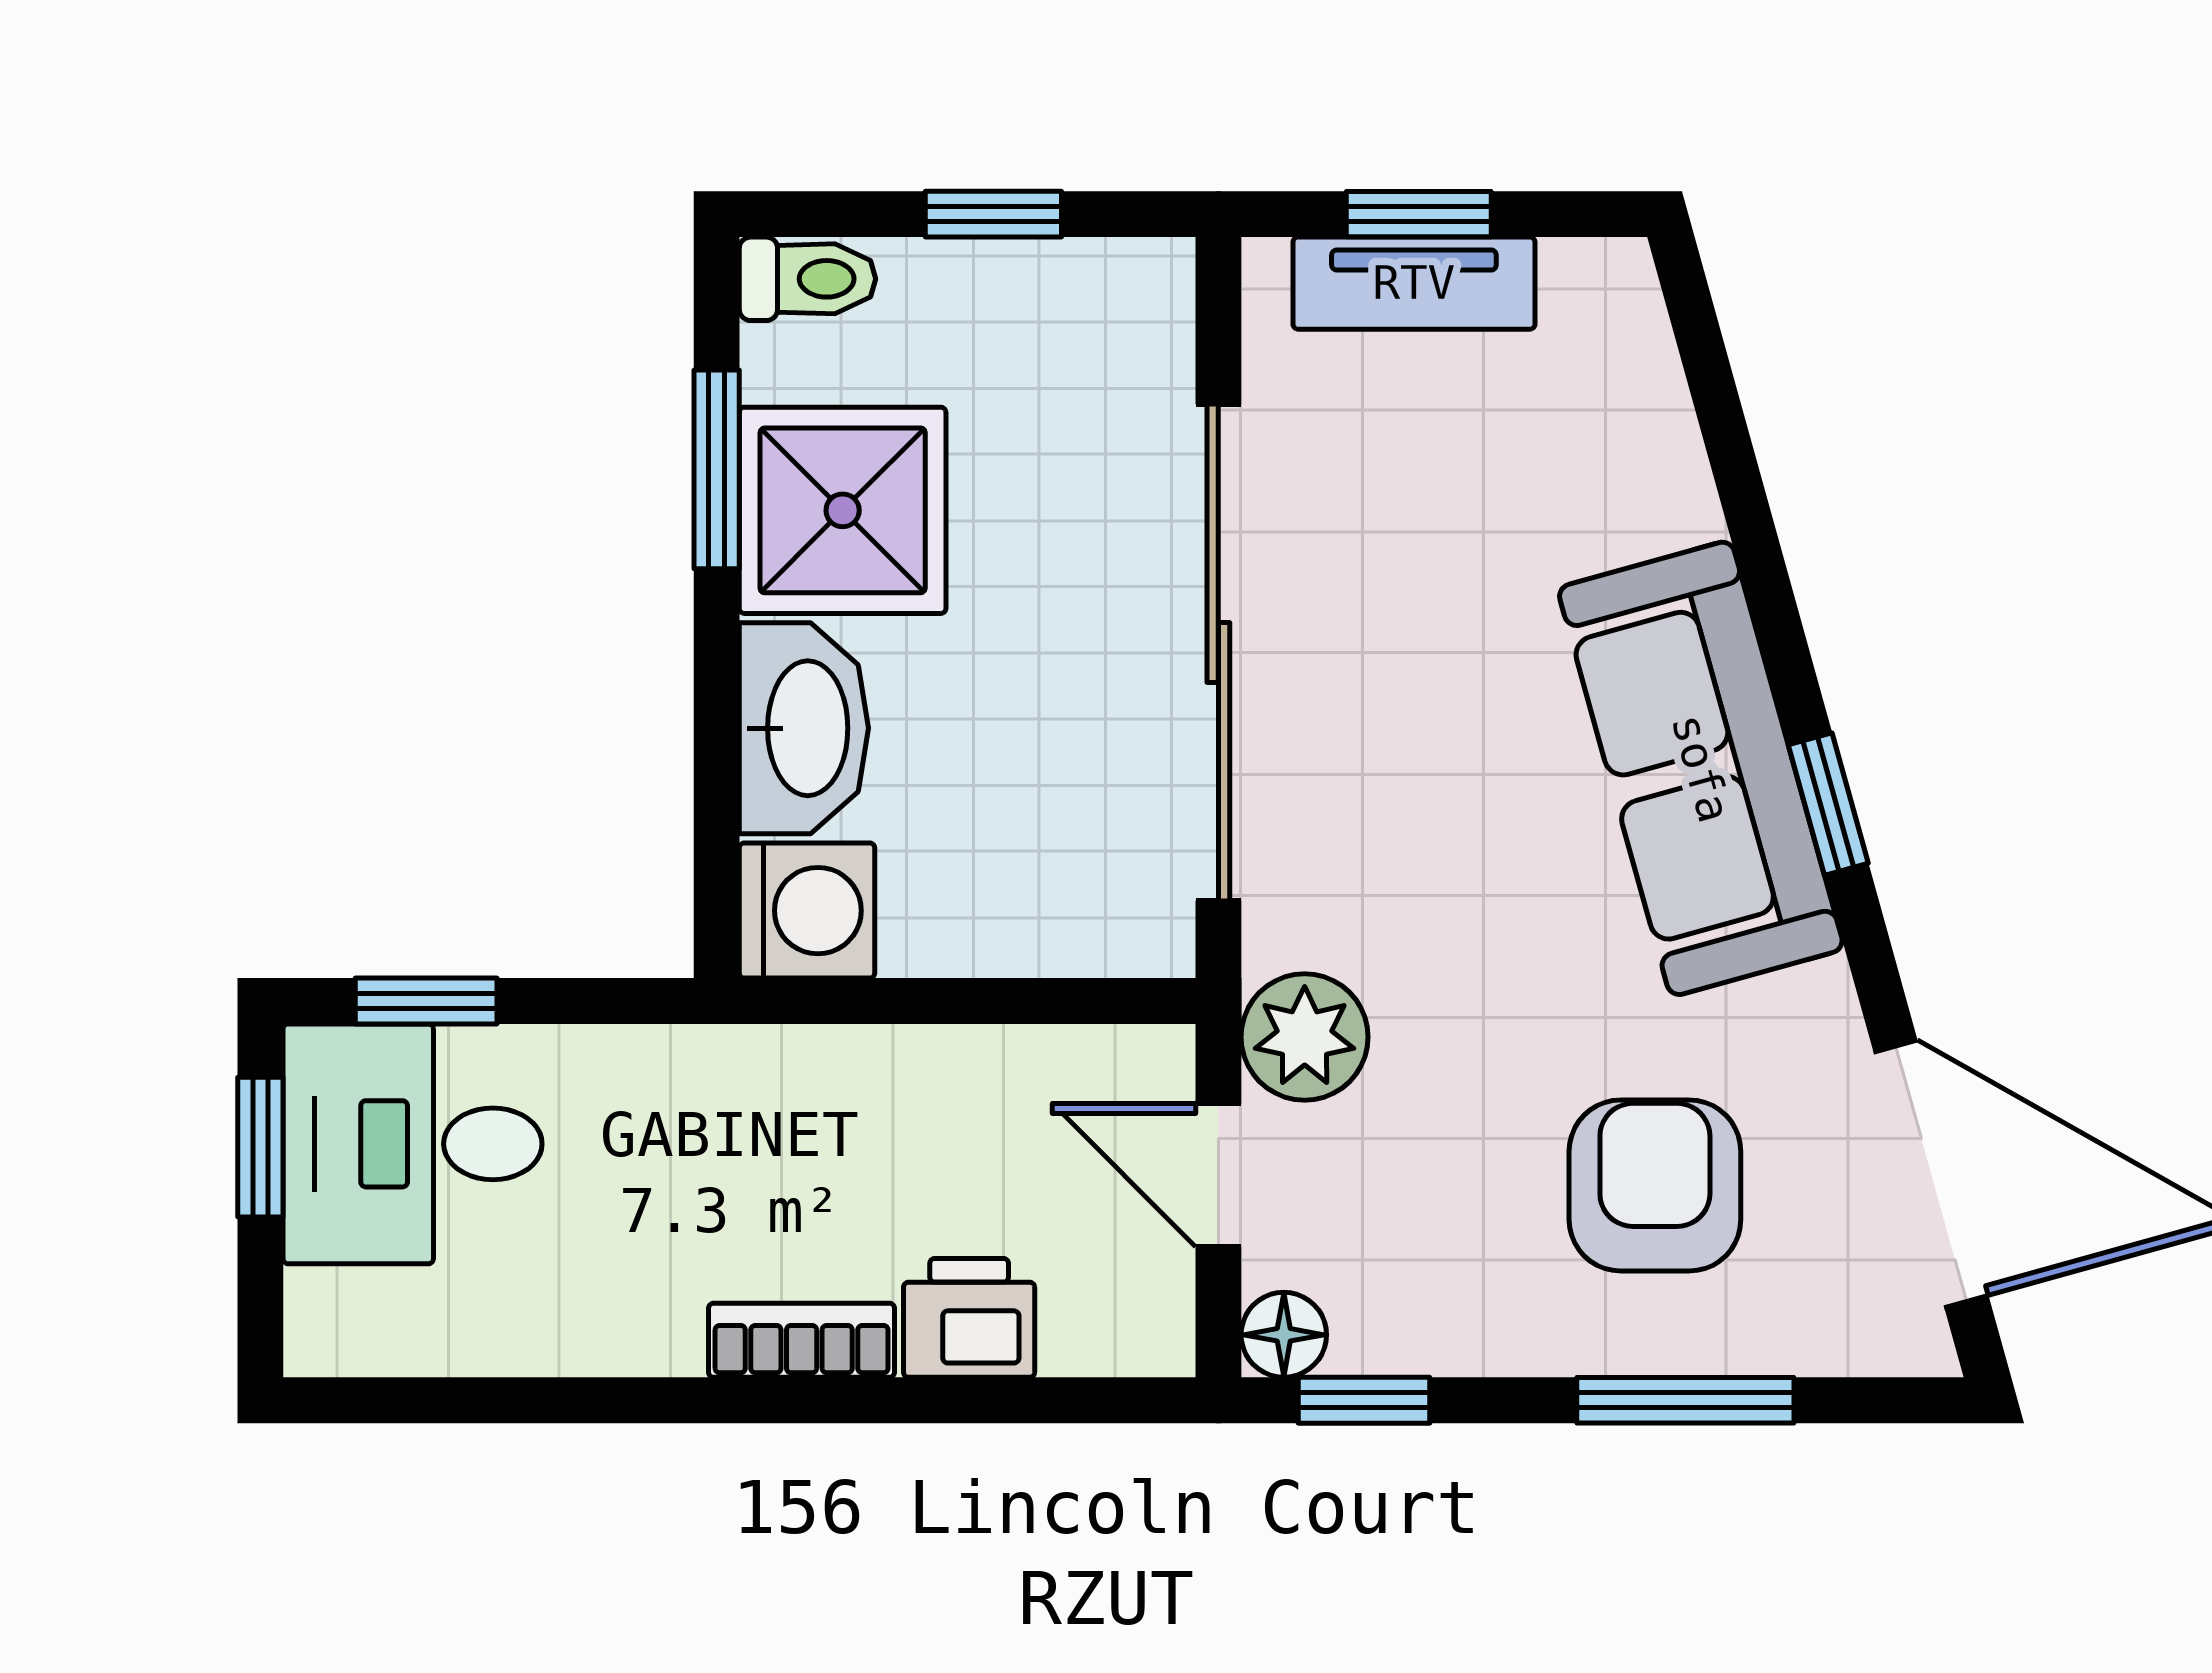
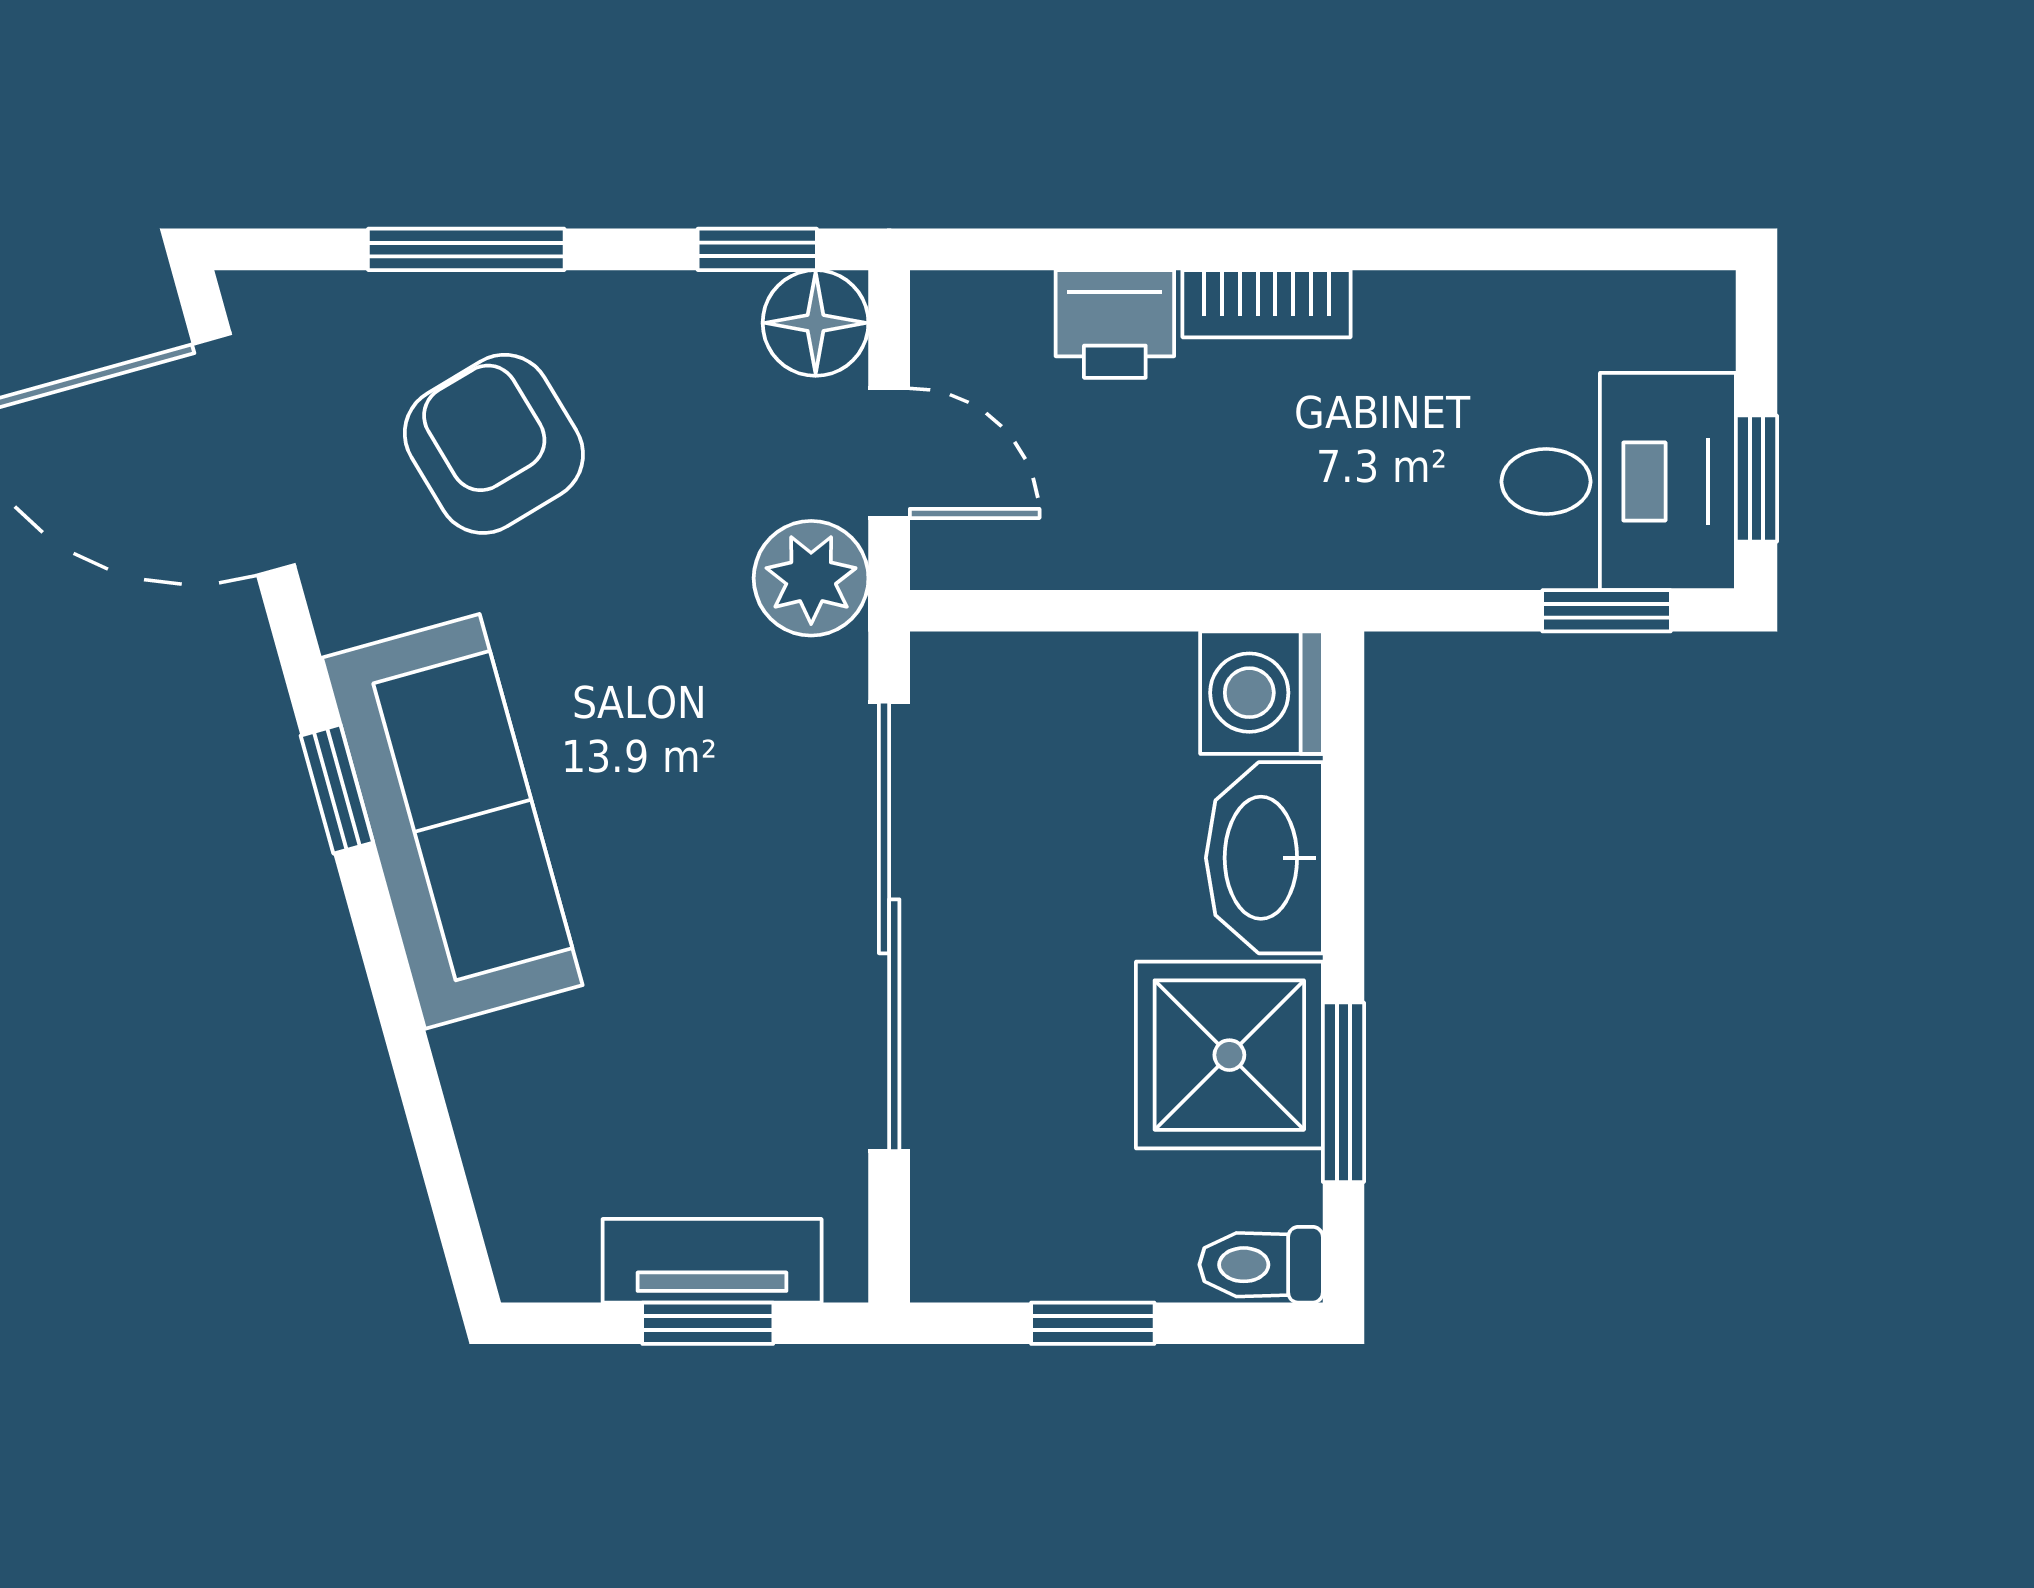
armchair: (1655, 1185) -> (494, 444), turned 149
floor lamp: (1284, 1335) -> (816, 323), width x1.37, depth x1.37

